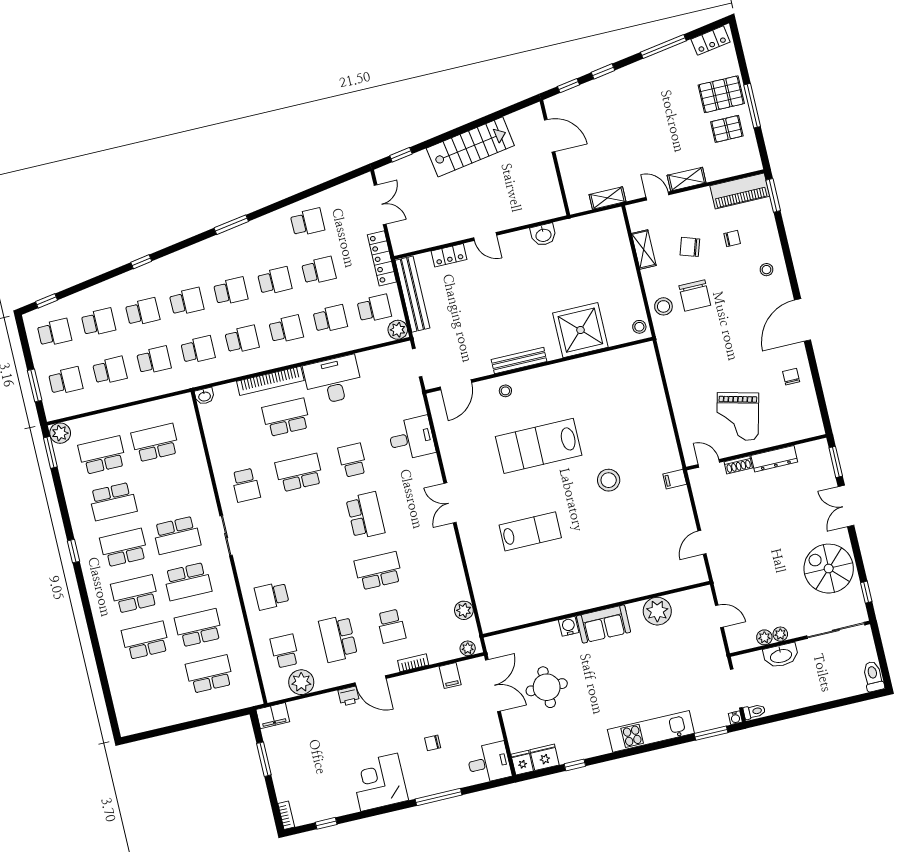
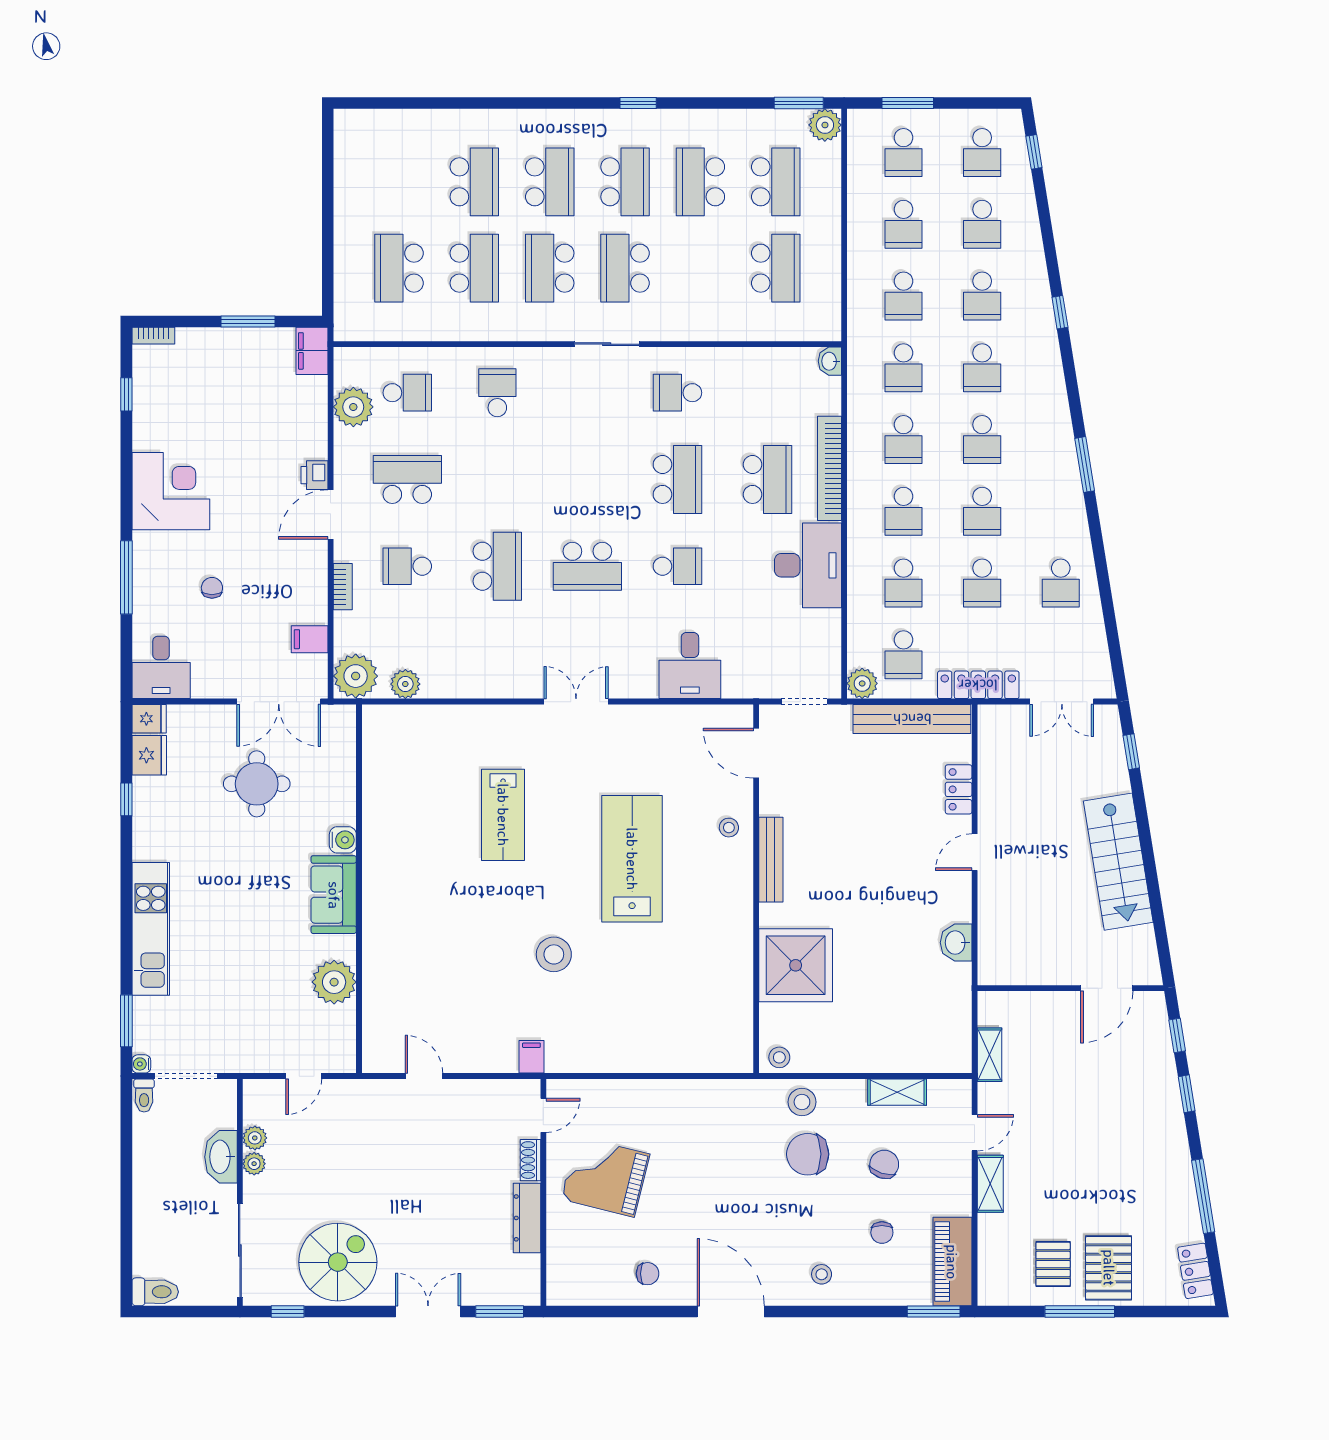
plant: (468, 648) -> (356, 676), width x1.88, depth x1.88
school desk: (209, 674) -> (399, 268), turned 180

